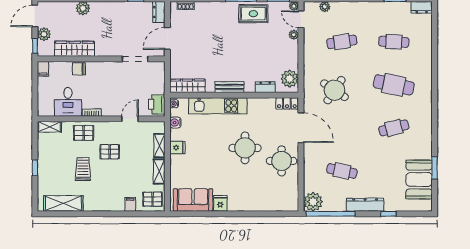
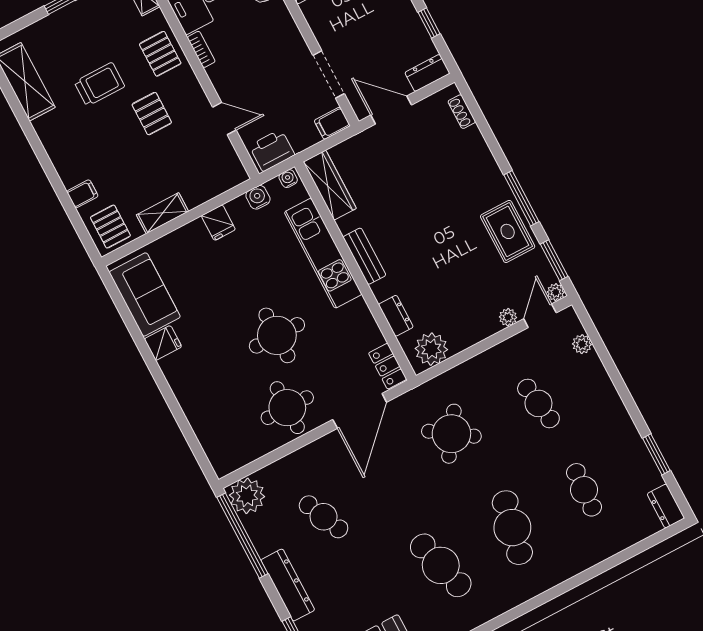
filing cabinet: (159, 69) -> (332, 123), added
cafe table: (394, 128) -> (441, 565), width x1.37, depth x1.35
shelving: (159, 146) -> (206, 191), removed
cafe table: (342, 171) -> (324, 517), turned -36

